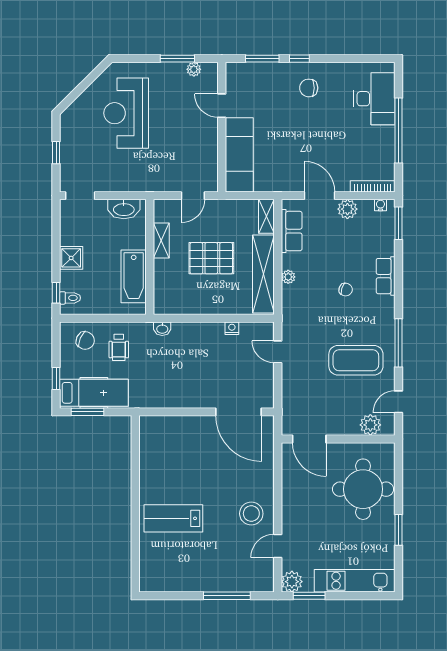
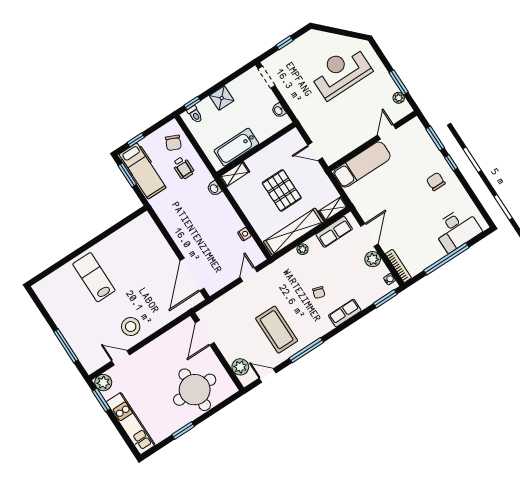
washbasin: (124, 209) -> (279, 110), width x0.52, depth x0.69
shelving: (161, 241) -> (235, 174), moved
wheelchair: (119, 347) -> (183, 168), turned -90

